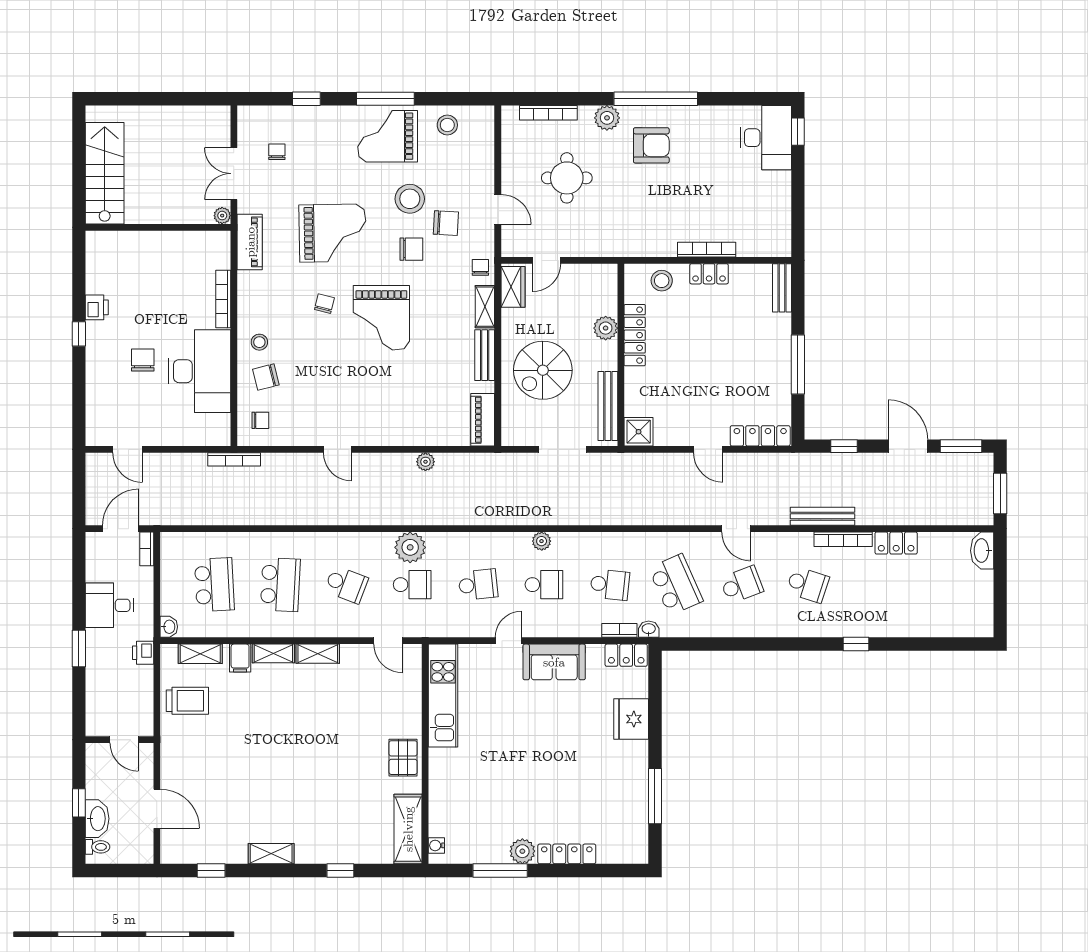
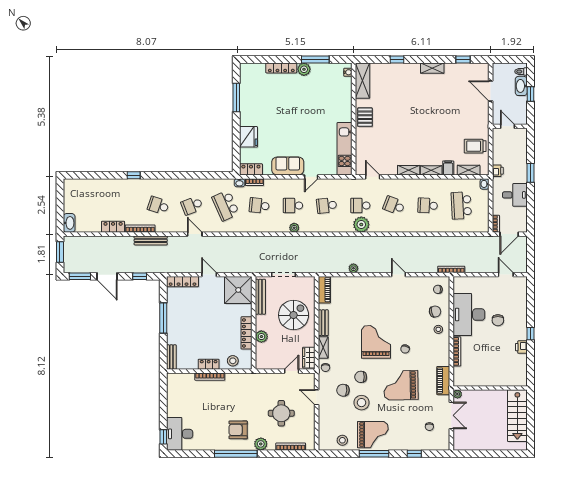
shower: (639, 432) -> (238, 290), width x1.86, depth x1.86
school desk: (280, 585) -> (428, 205), width x0.54

